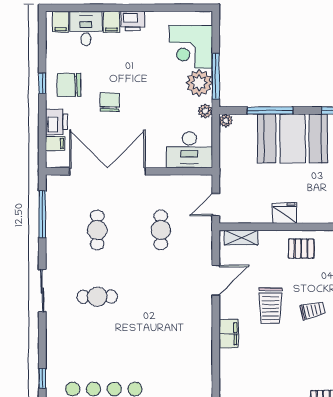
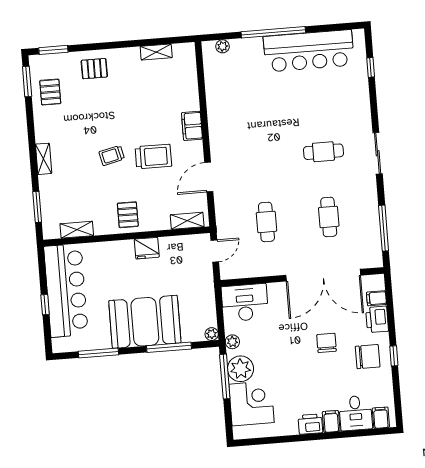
chair: (110, 102) -> (327, 343), turned 180
pallet: (301, 249) -> (128, 215), turned 90
trolley: (270, 306) -> (153, 157), turned 90

